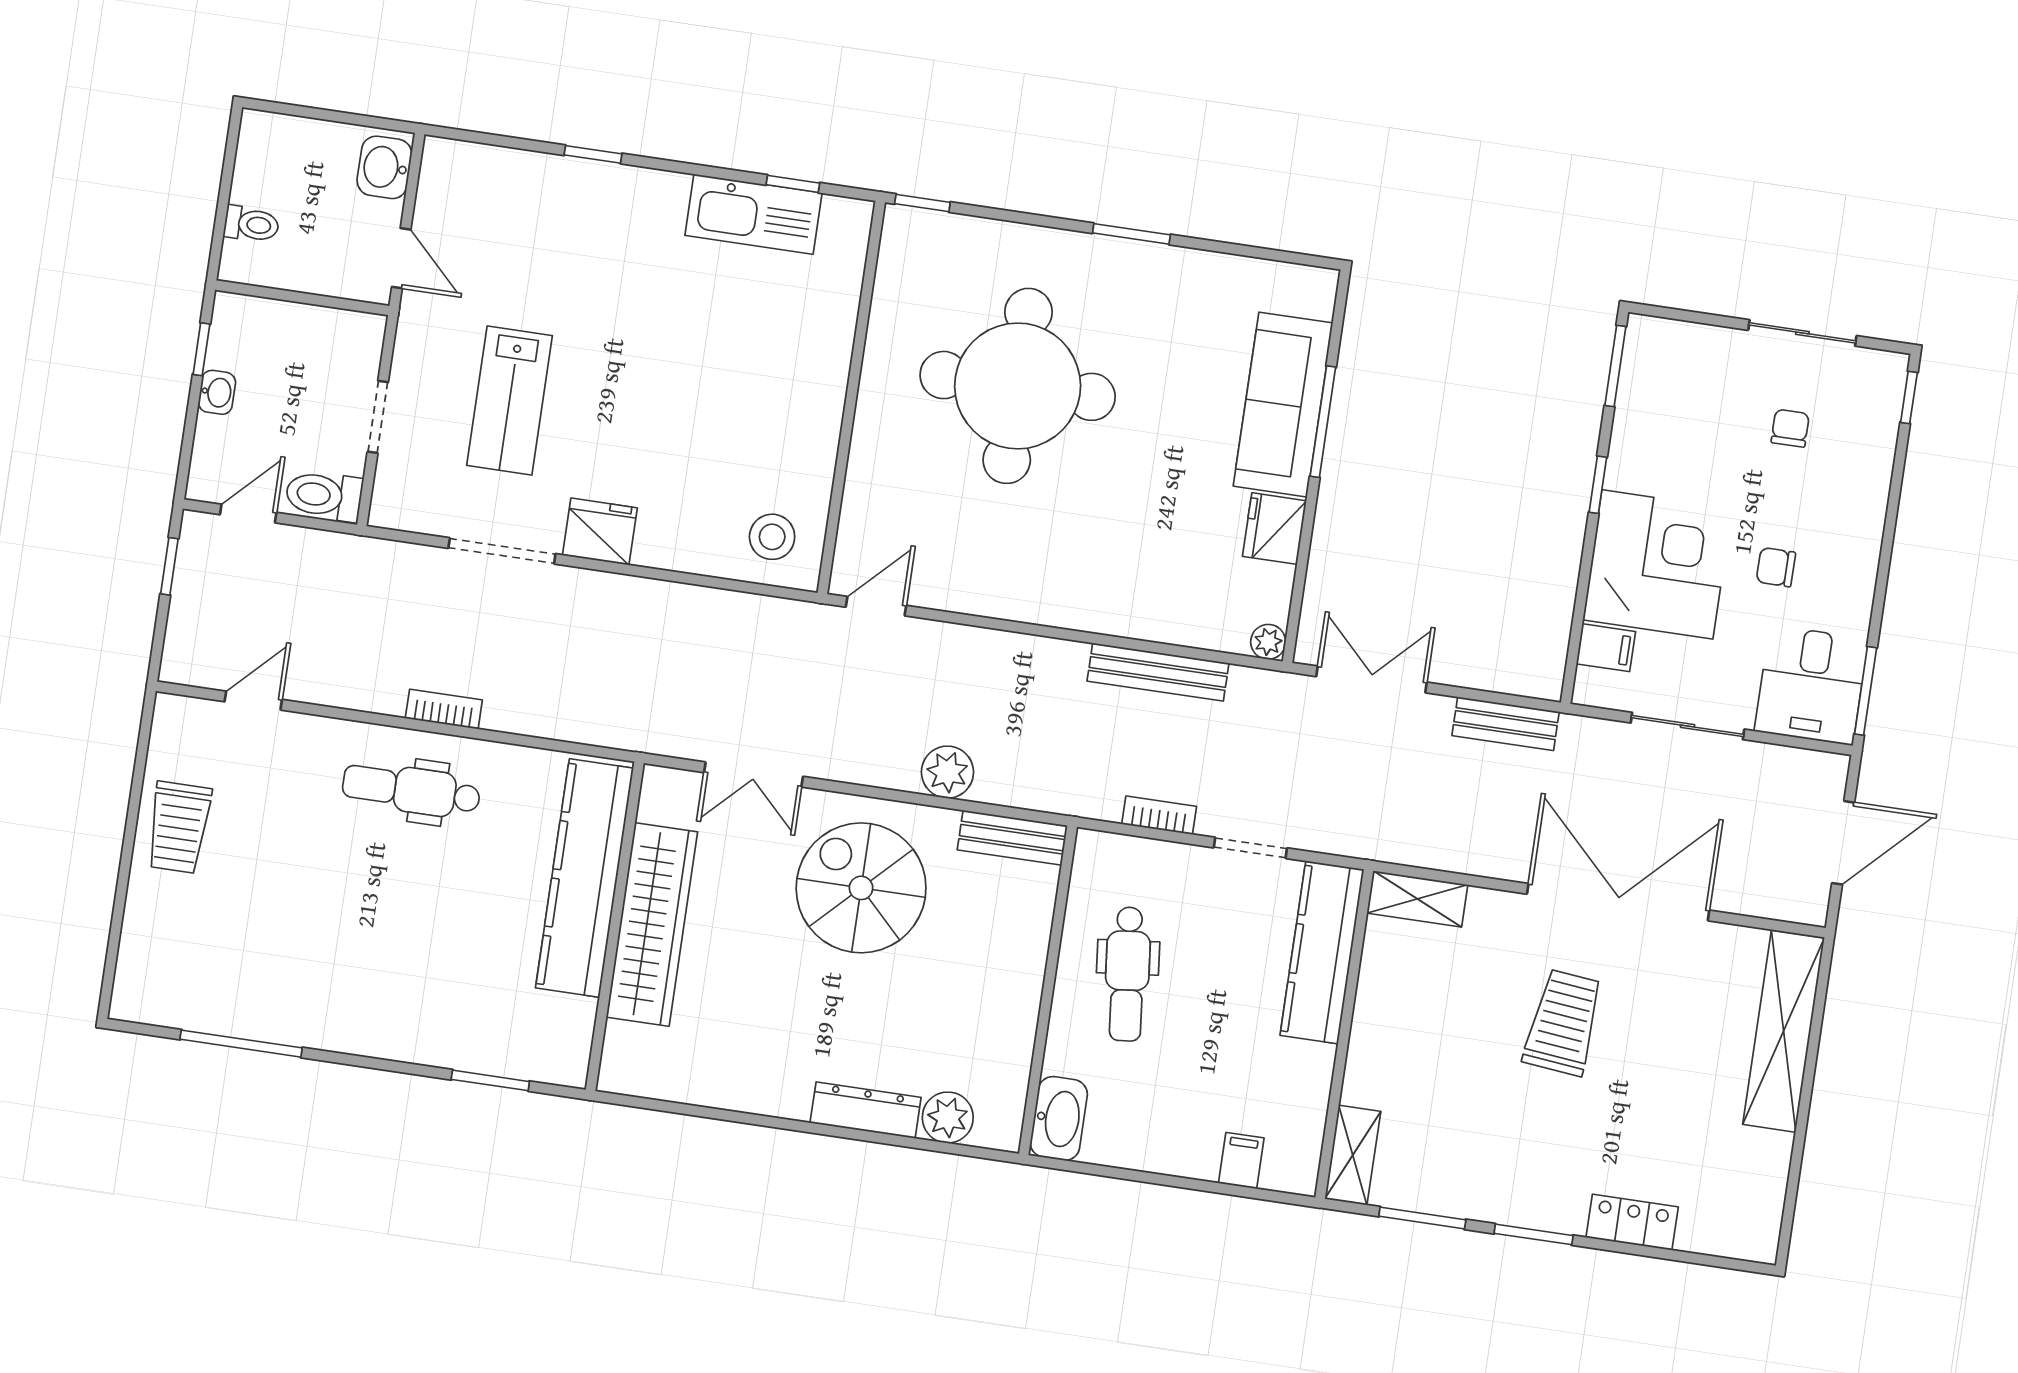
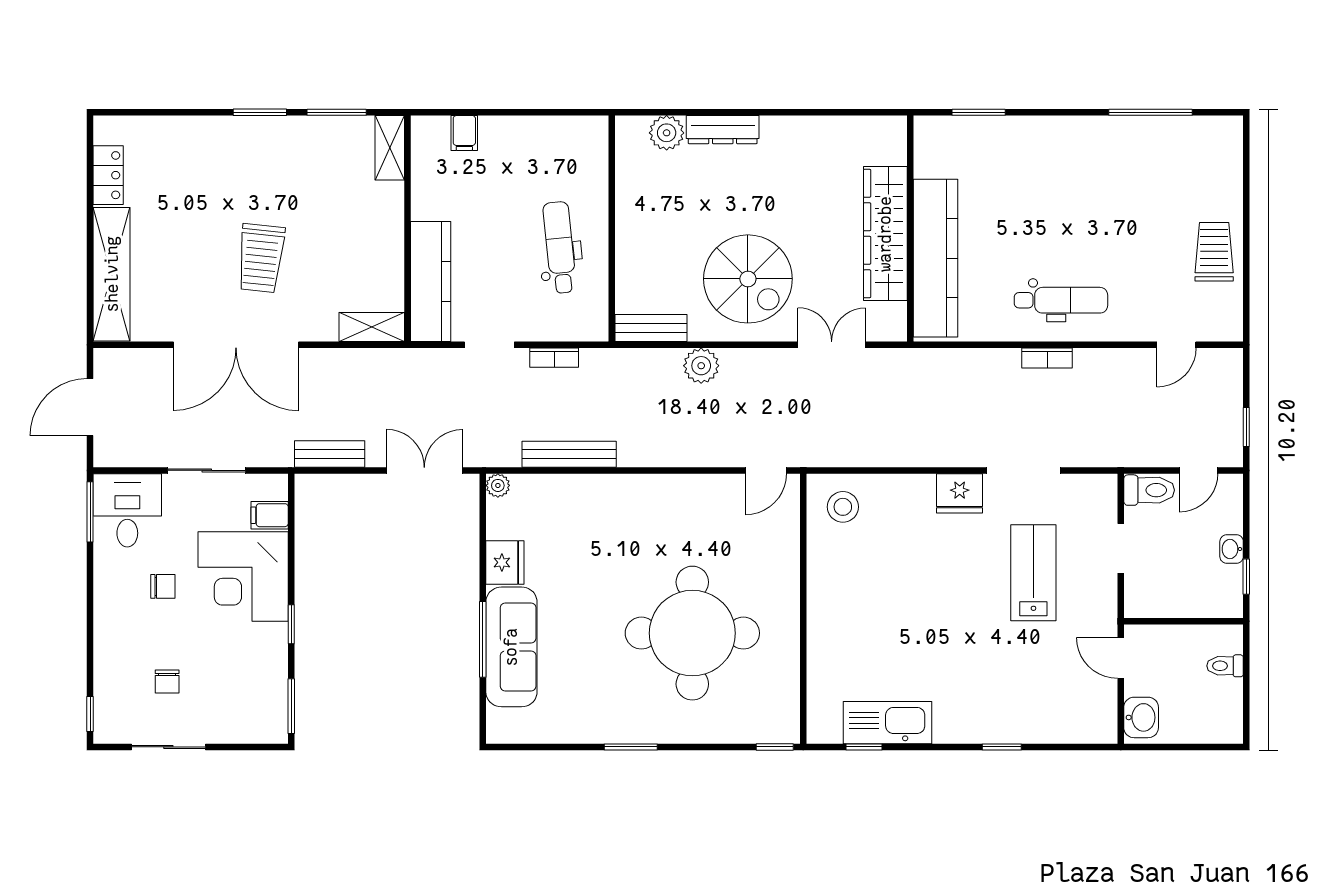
double door: (1372, 679) -> (424, 470), swing flipped
washbasin: (1059, 1118) -> (592, 143), removed
locker: (1632, 1222) -> (108, 175), moved, turned -90

